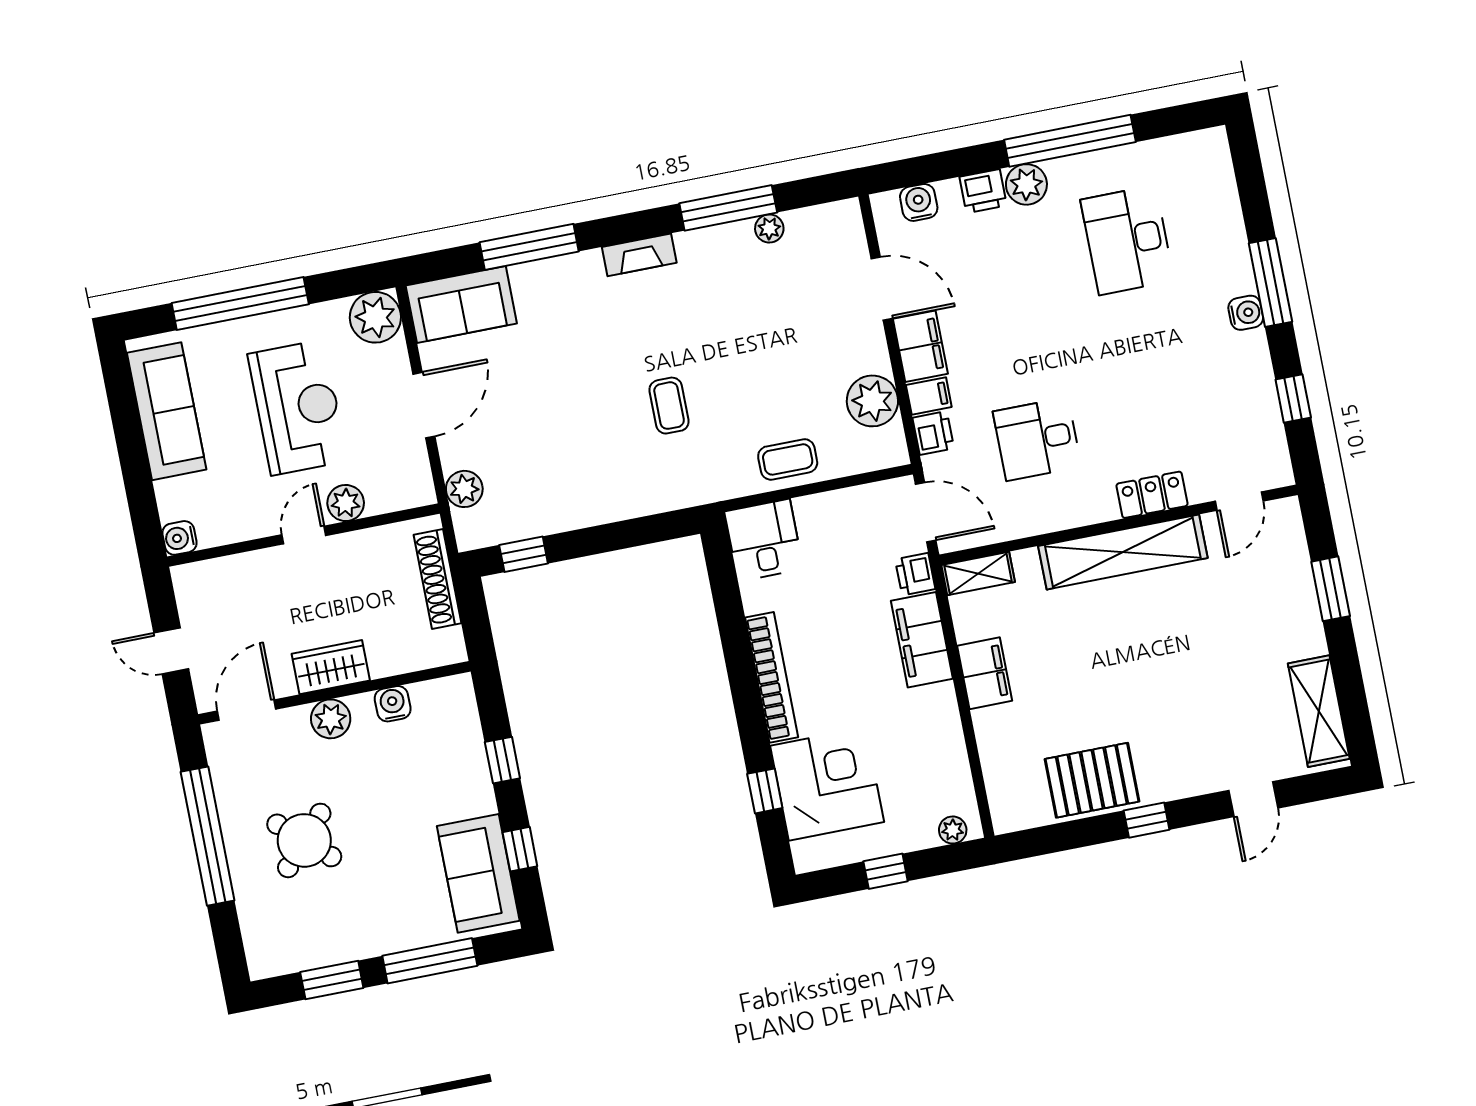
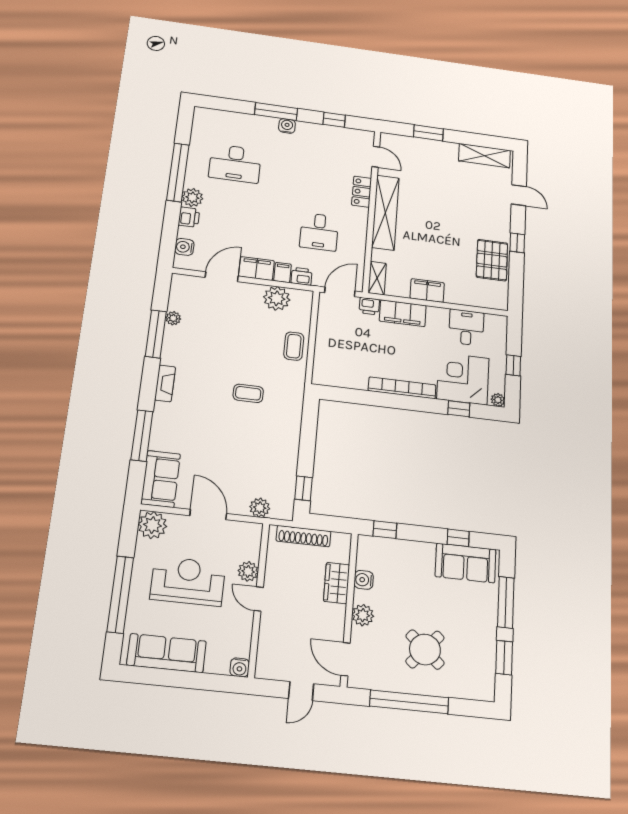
desk: (764, 540) -> (466, 327), moved, turned 90
wardrobe: (331, 667) -> (337, 583), moved
window: (502, 760) -> (385, 530), moved
plant: (953, 830) -> (498, 400), moved

